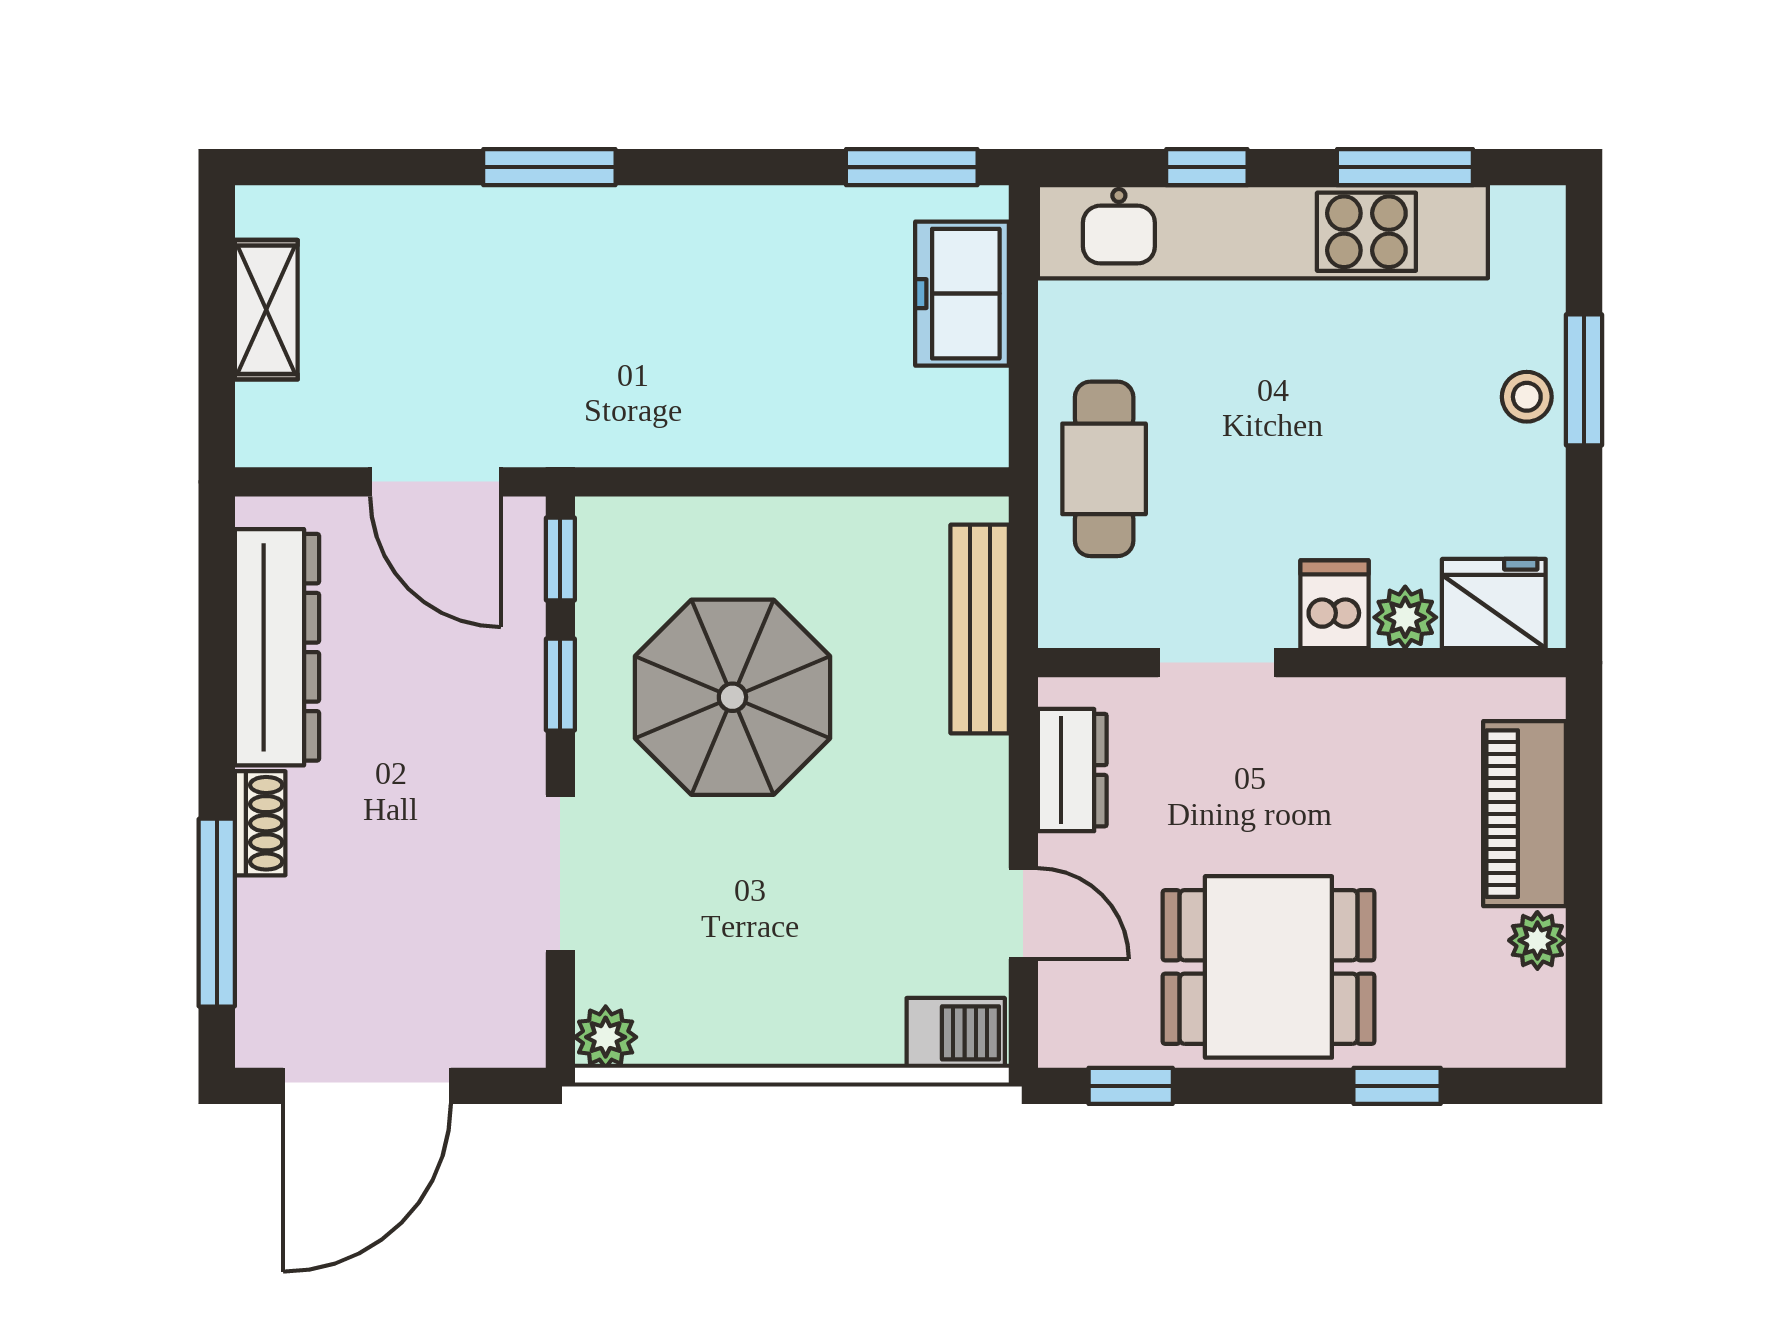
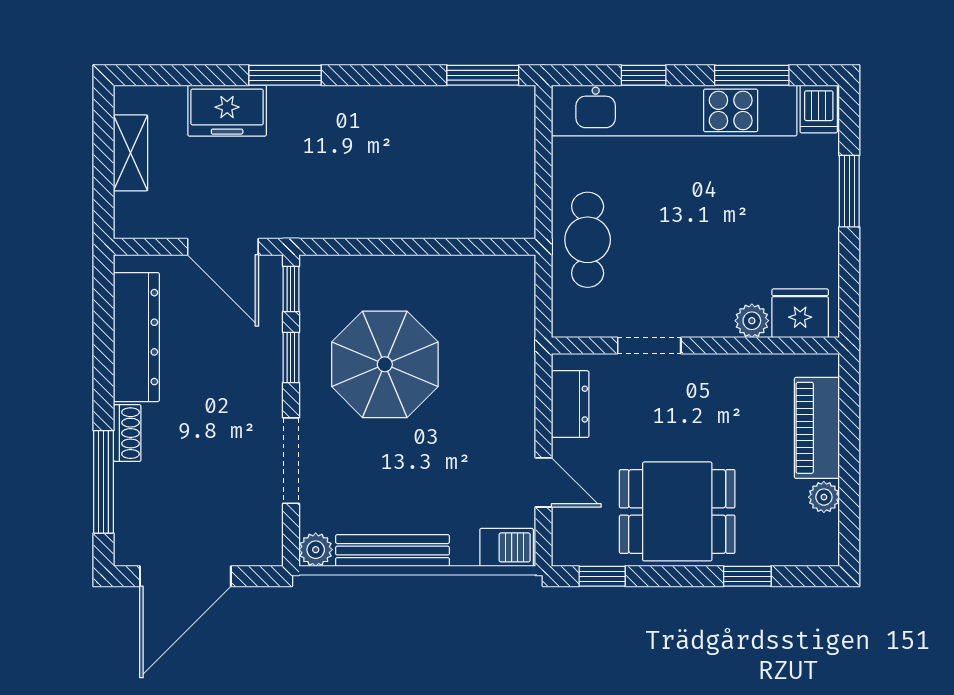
freezer: (962, 294) -> (227, 111), moved, turned -90
stool: (1527, 397) -> (818, 200), removed
dishwasher: (1334, 604) -> (819, 109), moved, turned 180
bench: (980, 629) -> (392, 551), moved, turned 90

